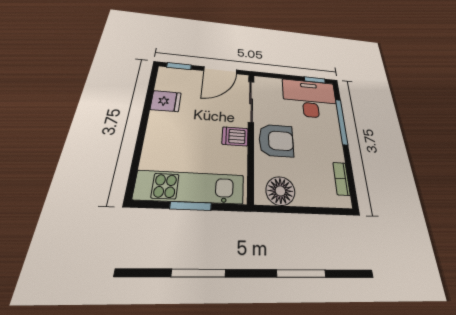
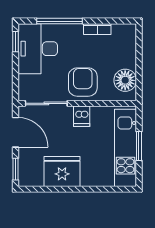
fridge: (166, 101) -> (62, 171), width x1.88, depth x1.34
bookcase: (341, 179) -> (97, 29), moved

